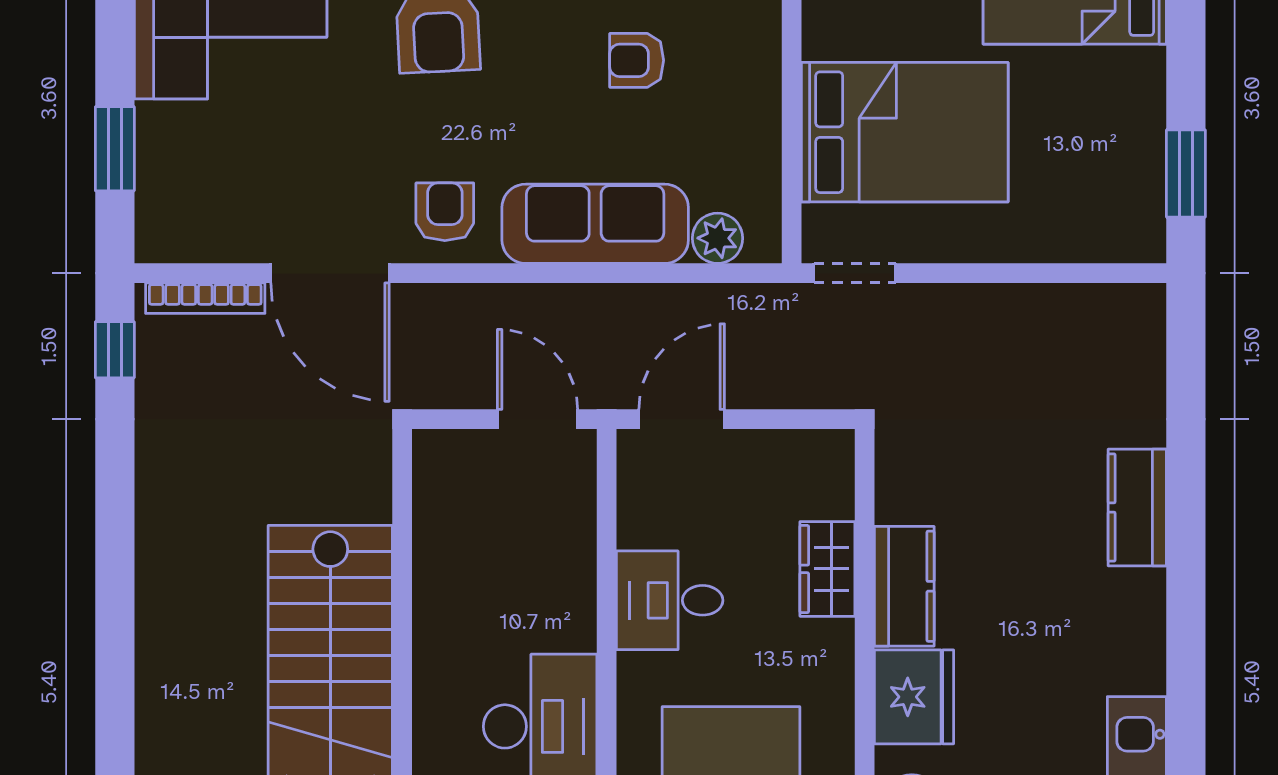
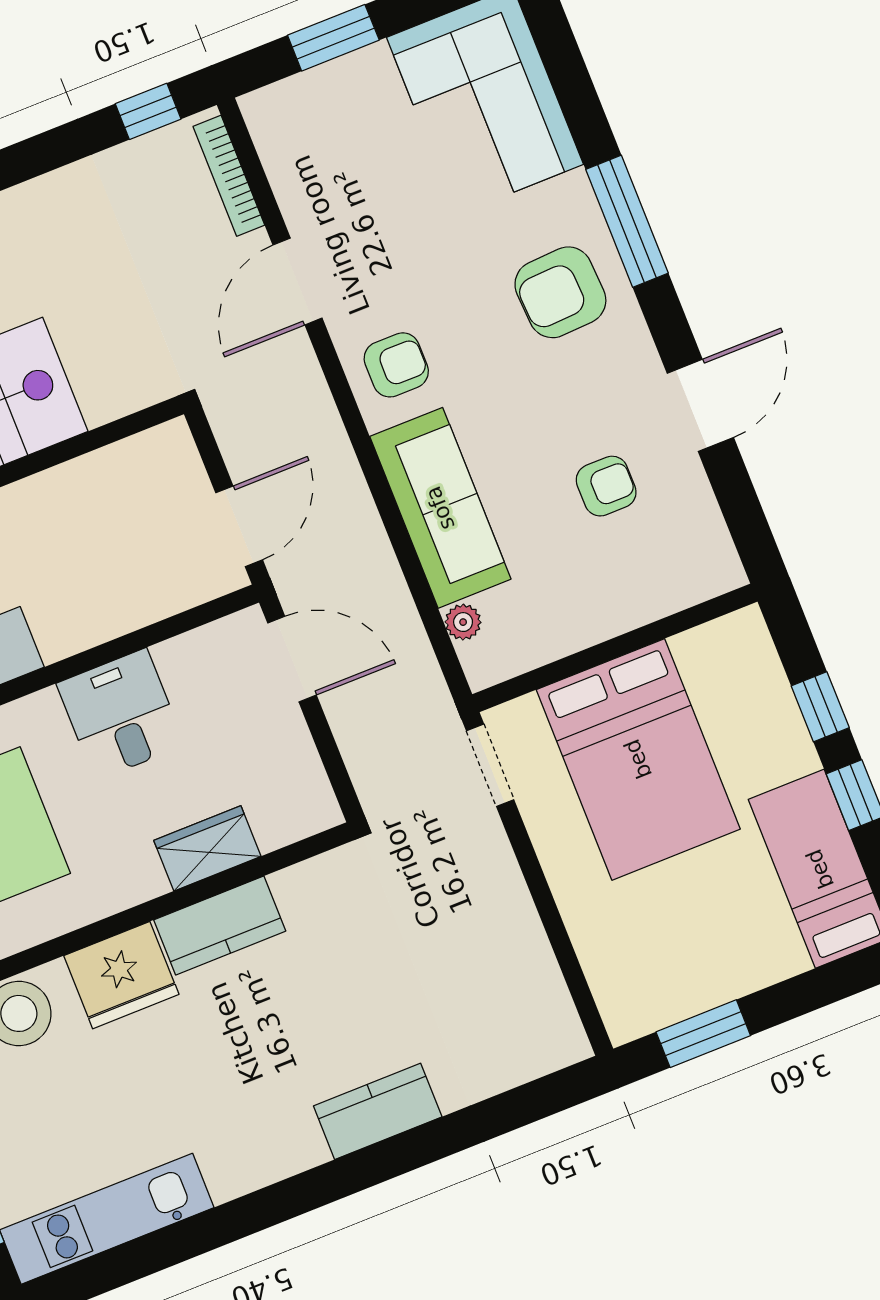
armchair: (637, 60) -> (606, 486), turned 90
plant: (718, 238) -> (463, 622), width x0.73, depth x0.73
door: (330, 273) -> (298, 282), width x0.73

